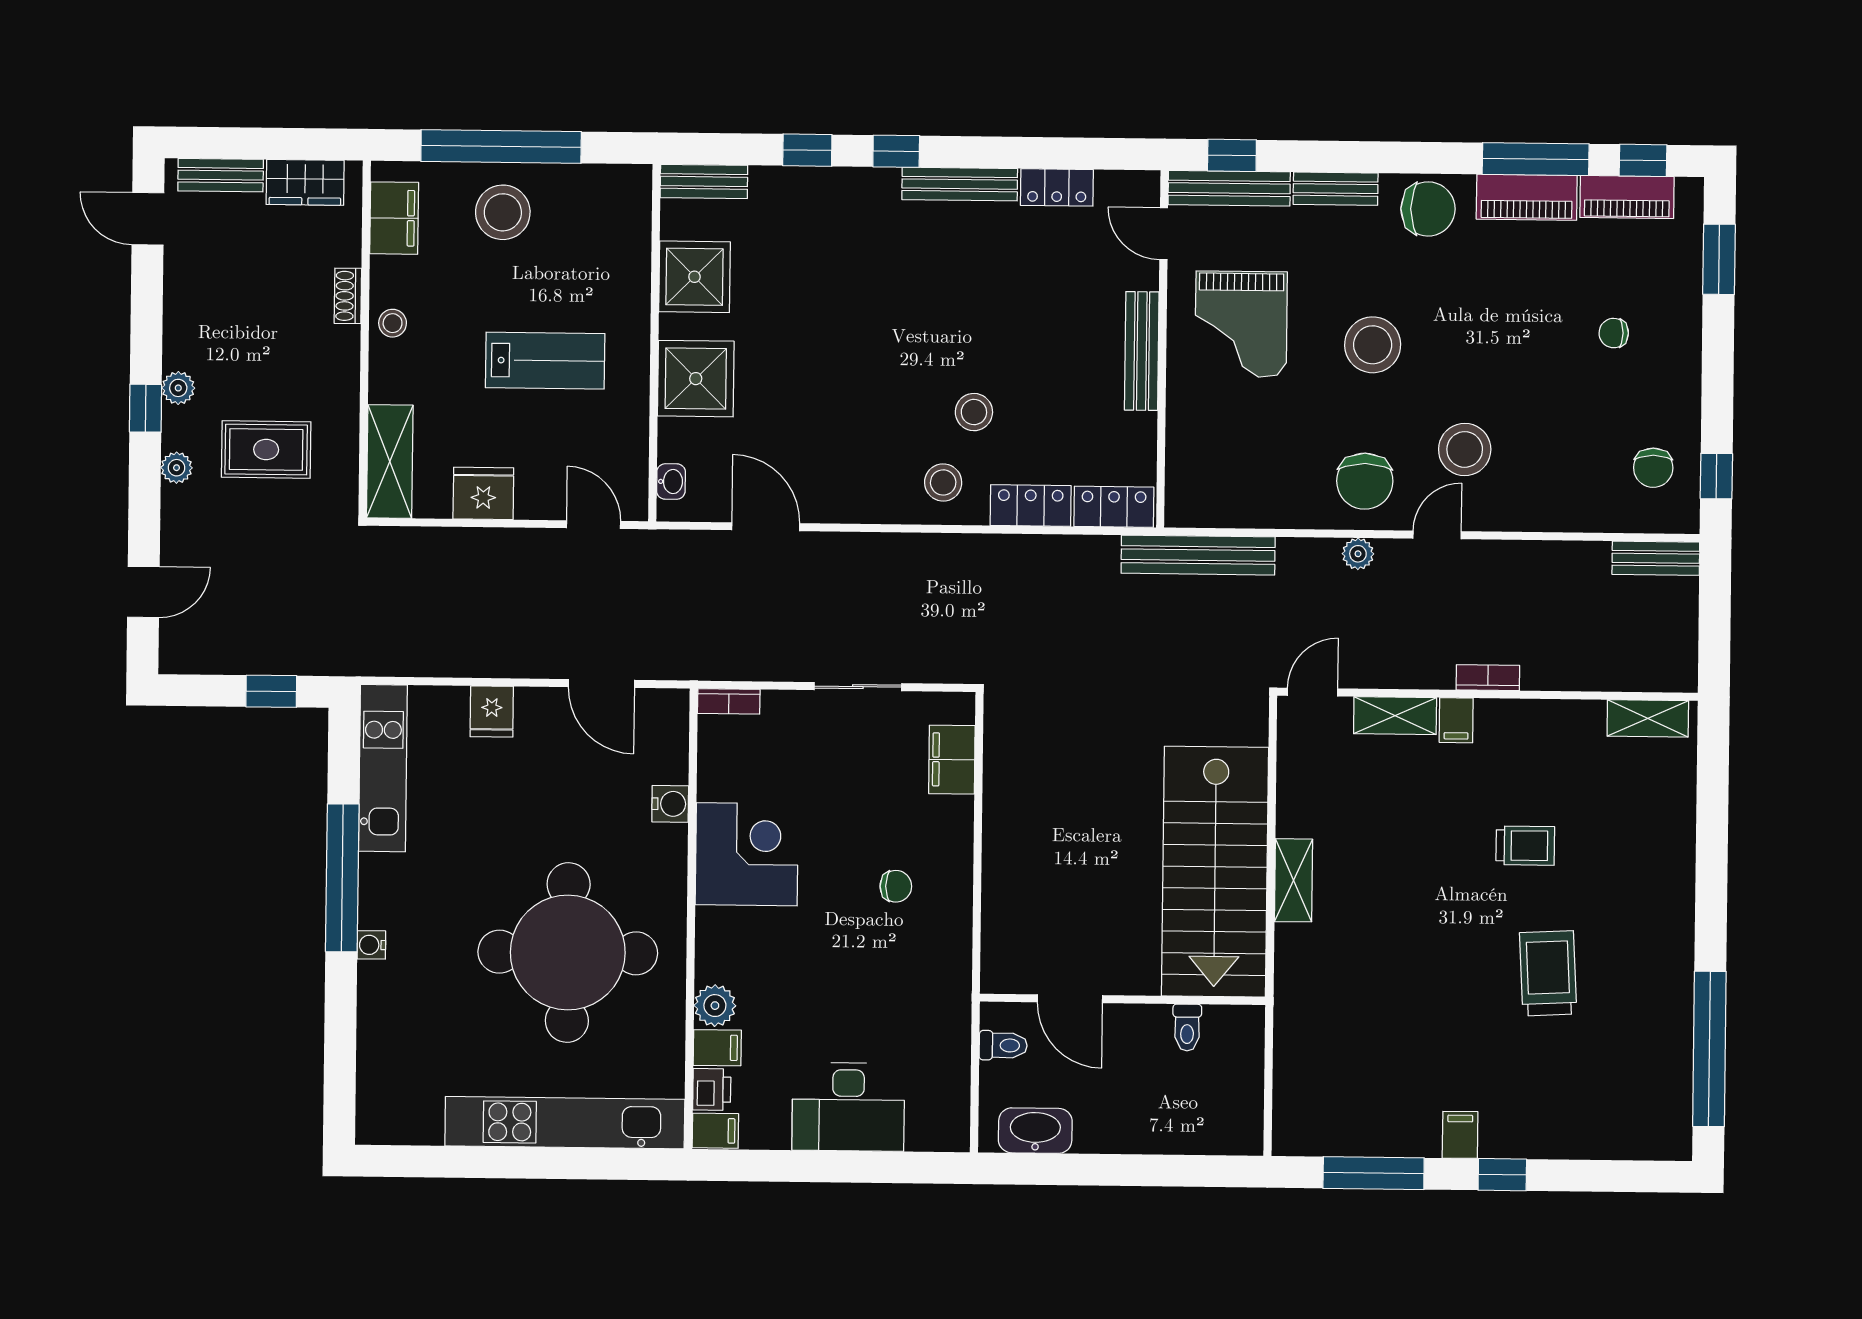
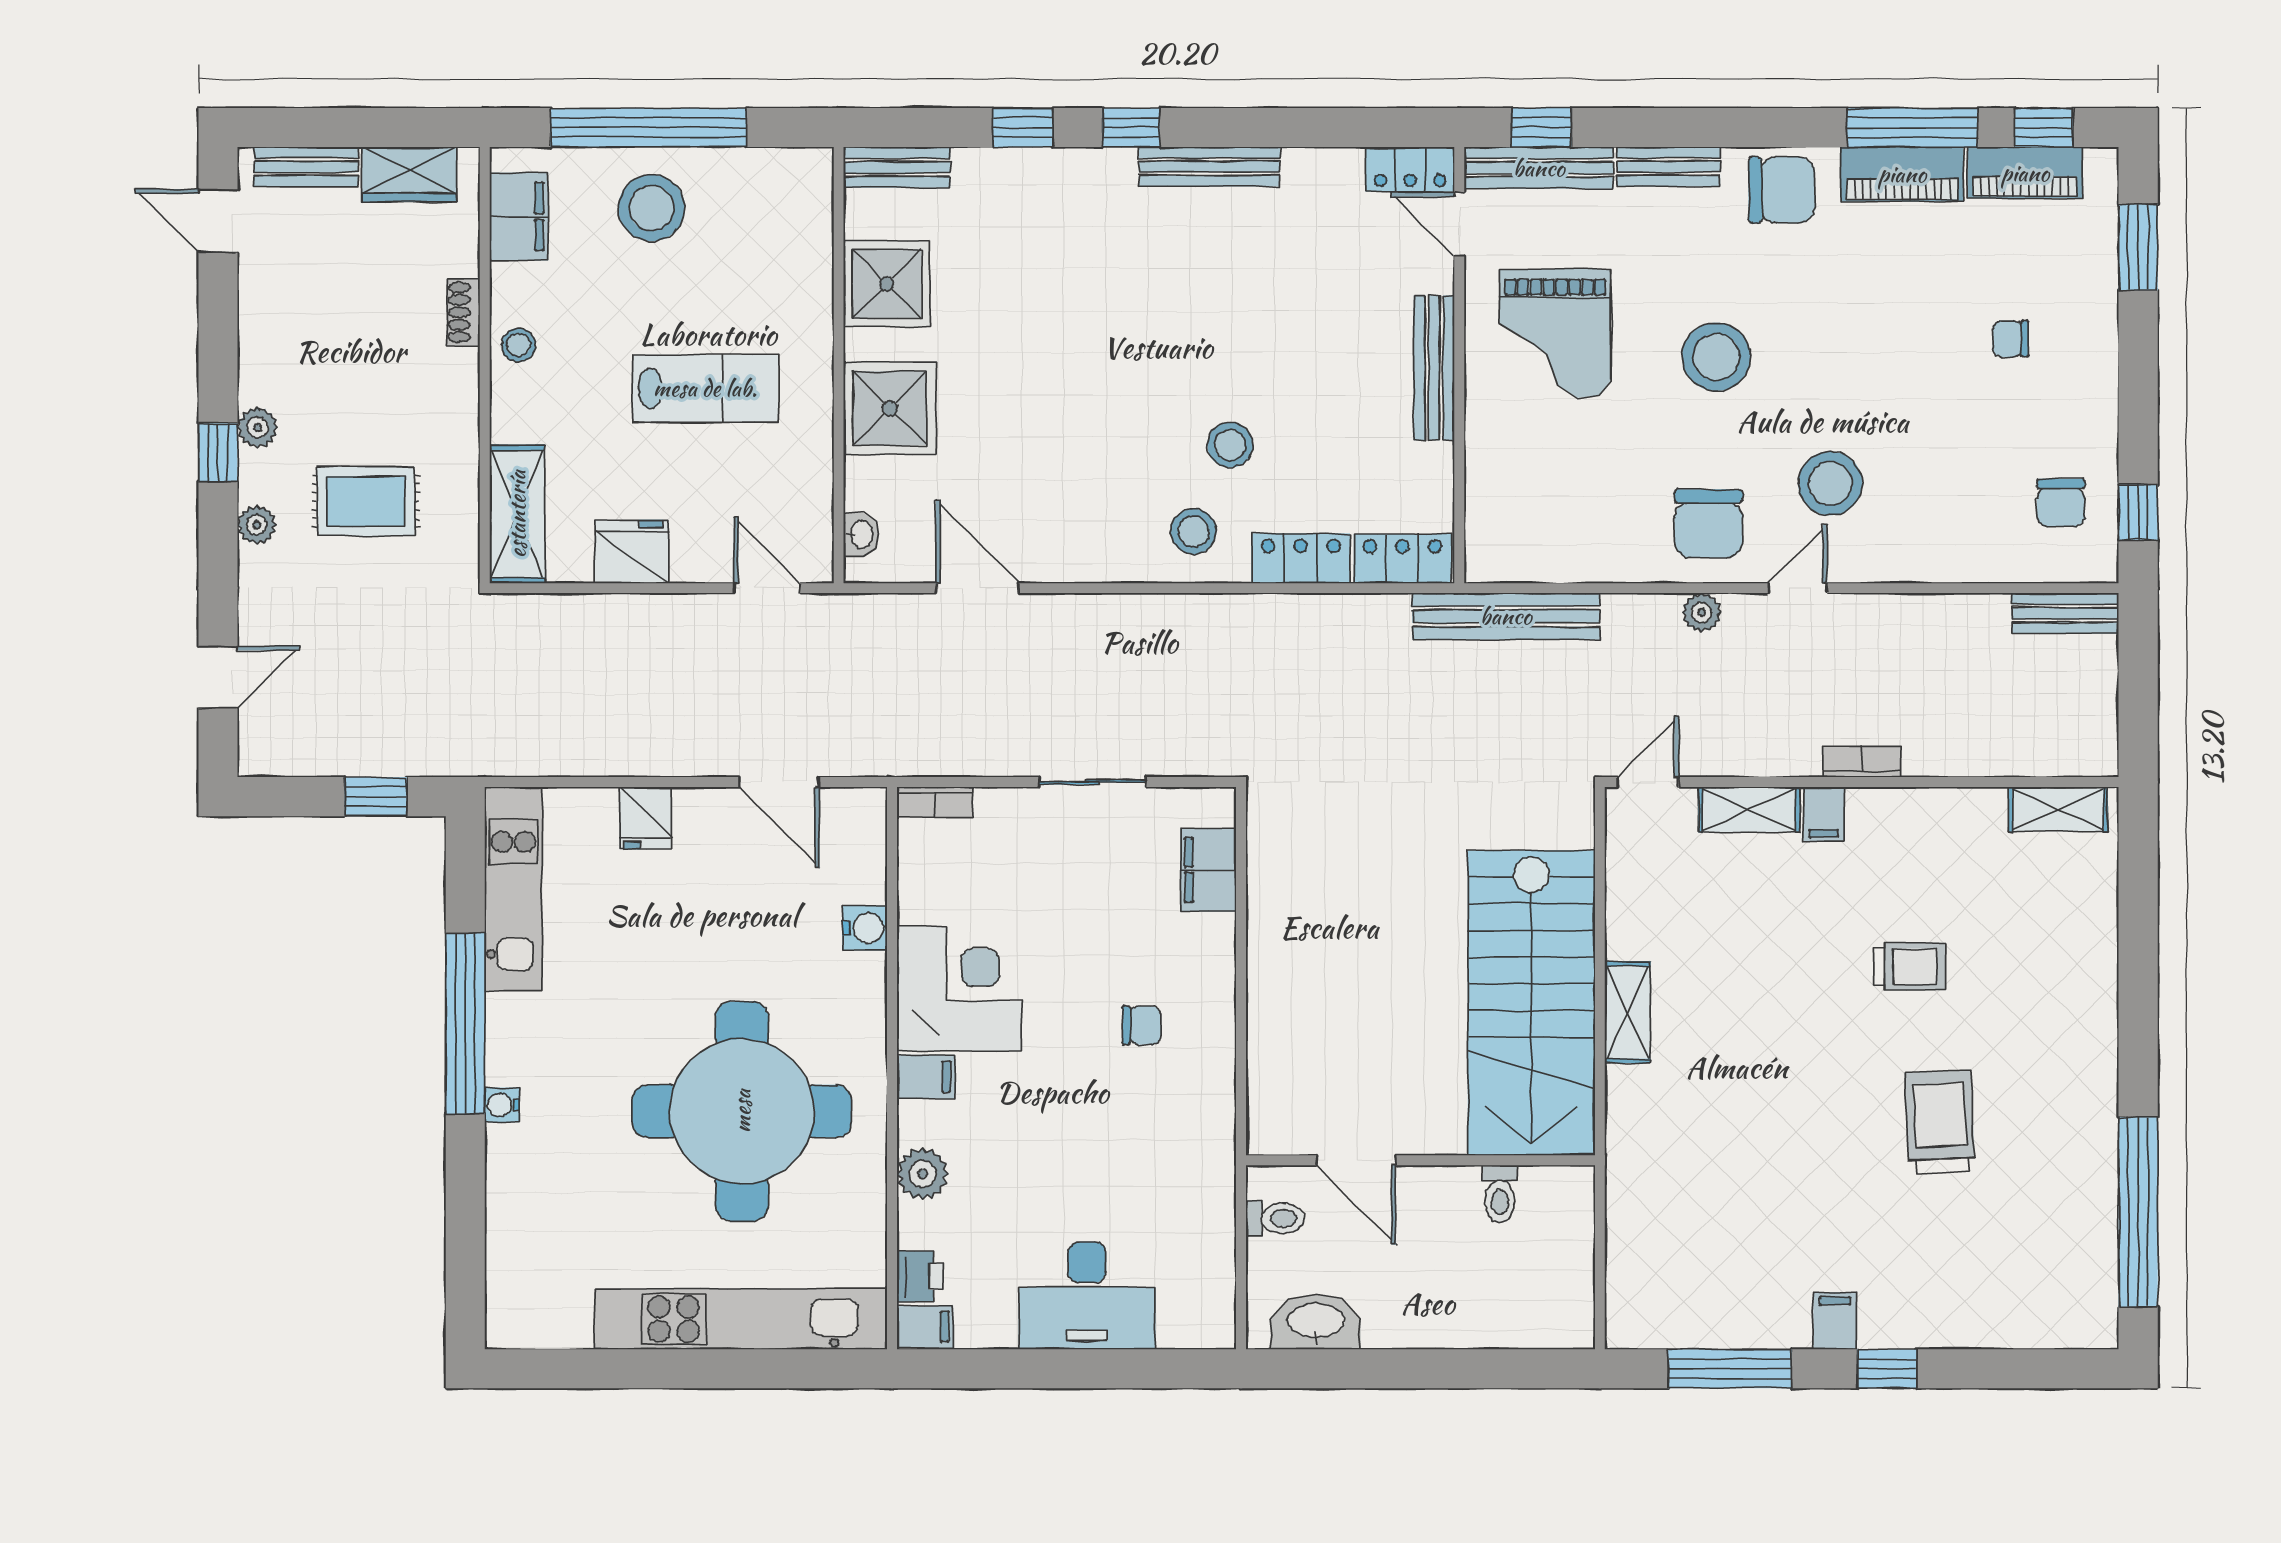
locker: (1057, 187) -> (1410, 169), moved
filing cabinet: (717, 1048) -> (926, 1077), moved

